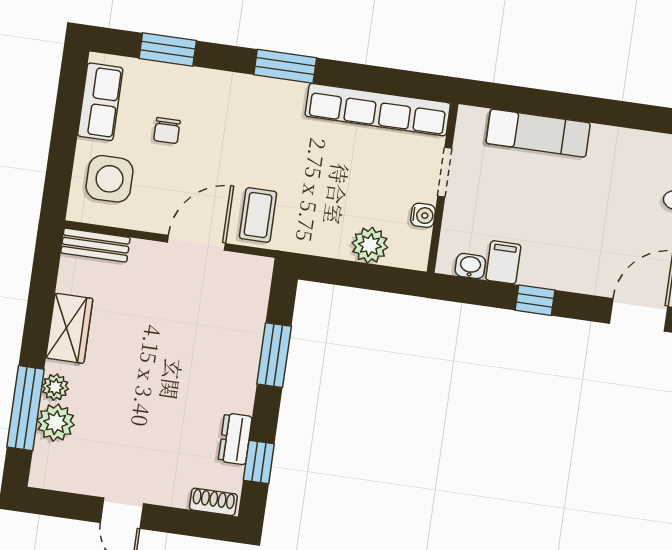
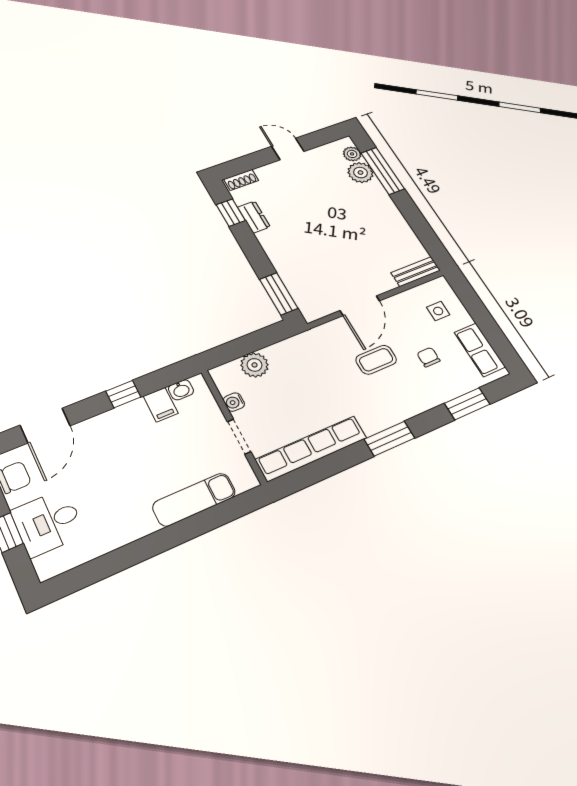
side table: (110, 179) -> (438, 311), width x0.54, depth x0.54
coffee table: (258, 215) -> (376, 360), moved, turned 90
wardrobe: (69, 328) -> (393, 222), removed
window: (274, 355) -> (279, 294), moved
plant: (55, 387) -> (352, 154), moved

